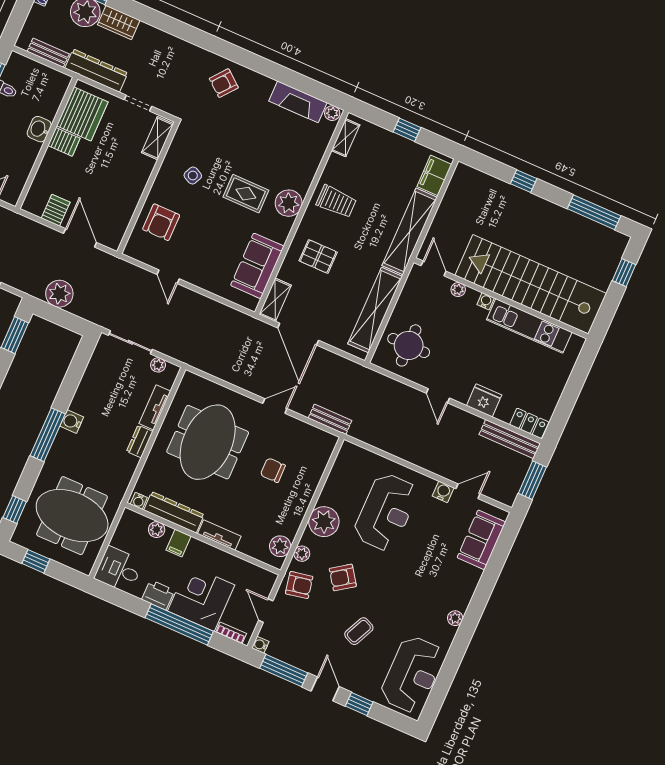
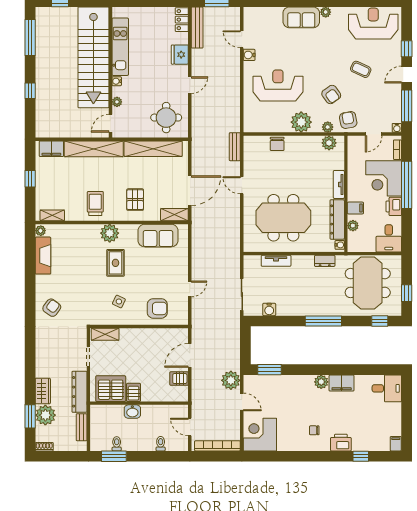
armchair: (224, 83) -> (52, 308), turned -93
plant: (59, 294) -> (231, 380), moved
plant: (158, 365) -> (248, 271), removed
water cooler: (72, 422) -> (269, 309), moved
dresser: (140, 442) -> (325, 261), moved
chair: (273, 470) -> (277, 144), moved
sofa: (481, 540) -> (301, 17), moved

